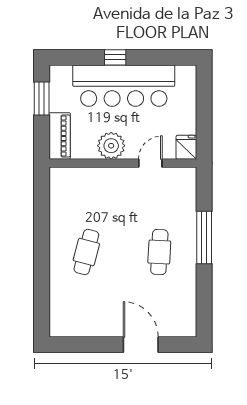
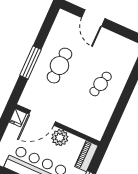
door: (150, 163) -> (42, 118), width x1.88
cafe table: (159, 252) -> (59, 66), width x1.37, depth x1.35

